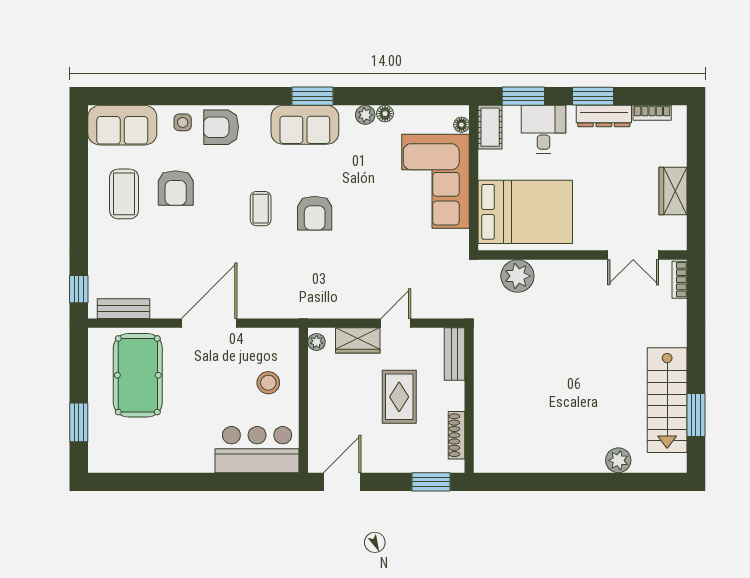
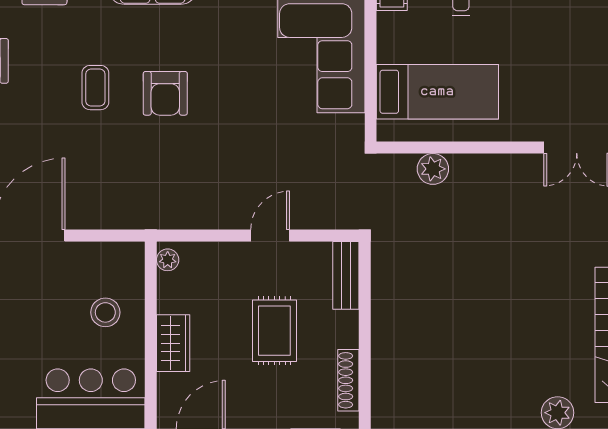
bed: (525, 212) -> (437, 92), width x0.67
plant: (517, 276) -> (433, 169), width x0.73, depth x0.73
wardrobe: (358, 340) -> (173, 343), moved, turned -90

